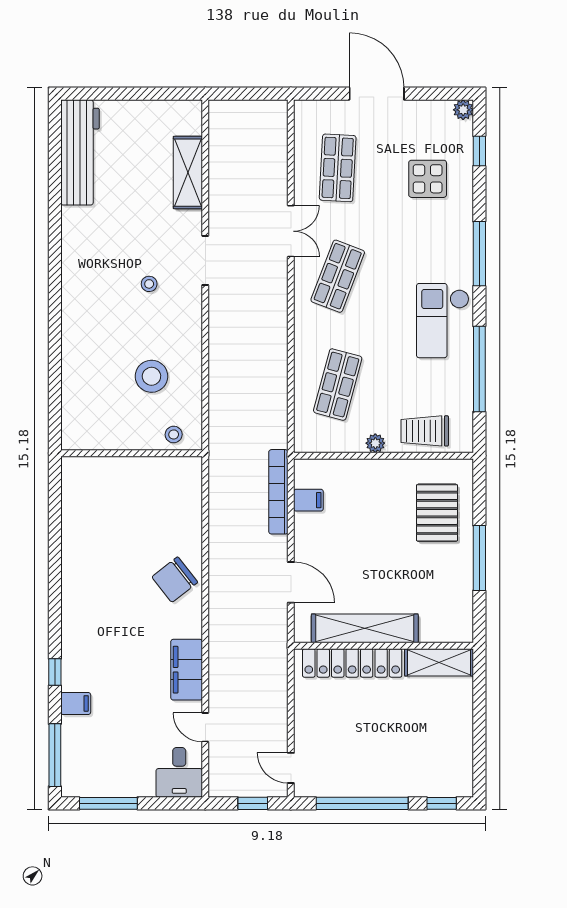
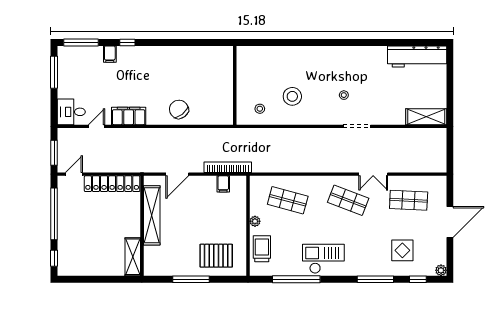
shelving: (188, 173) -> (426, 117), moved
window: (479, 254) -> (375, 279), moved
wall: (132, 453) -> (235, 85), moved
locker: (352, 663) -> (112, 184), moved, turned -90
window: (253, 803) -> (54, 153), width x1.50

